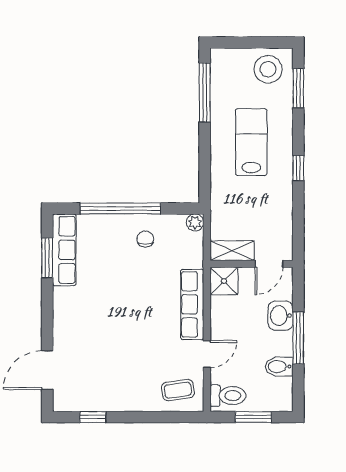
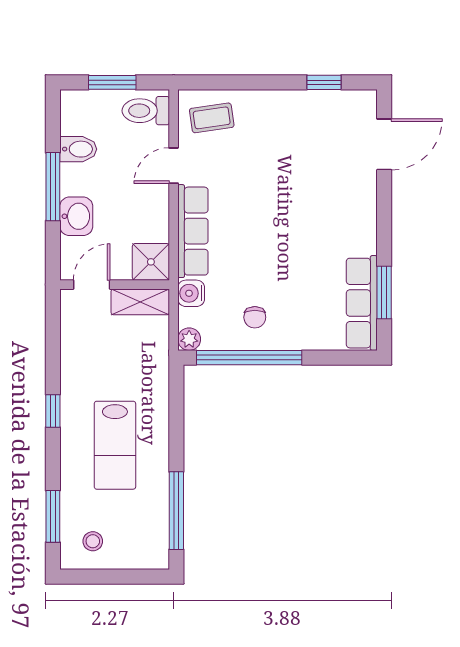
stool: (268, 69) -> (93, 541), width x0.53, depth x0.53
window: (120, 209) -> (249, 358), moved
water cooler: (194, 257) -> (191, 293), added

